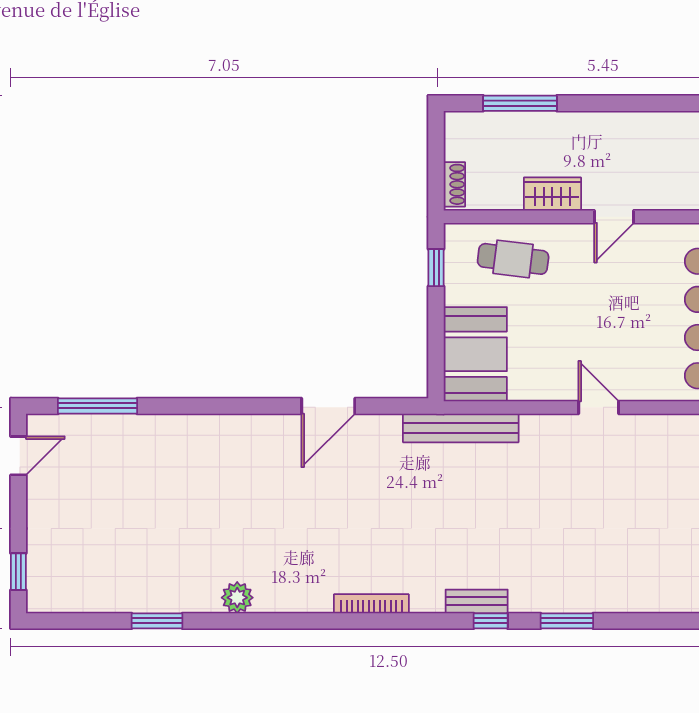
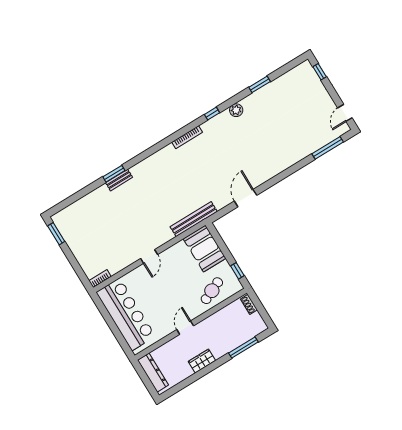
wardrobe: (552, 194) -> (202, 361), moved, turned 180
cafe table: (513, 259) -> (212, 291), turned -31
door: (599, 407) -> (149, 256), hinge flipped
bench: (477, 601) -> (119, 180), moved
window: (491, 621) -> (212, 114), moved

